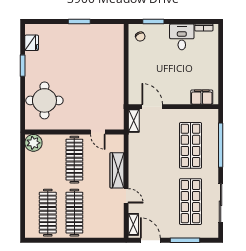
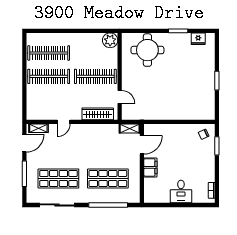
desk: (182, 37) -> (181, 192), moved, turned 90
filing cabinet: (202, 97) -> (150, 167), moved
door: (98, 132) -> (120, 97), swing flipped
wardrobe: (117, 170) -> (98, 114), moved

